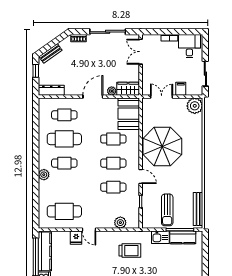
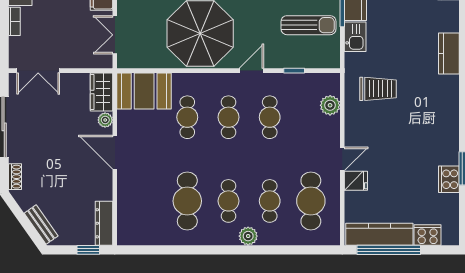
window: (36, 71) -> (88, 250), moved
cafe table: (64, 115) -> (270, 201), moved
trolley: (130, 251) -> (378, 89), turned 90

